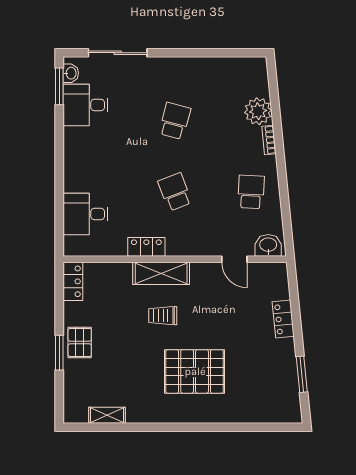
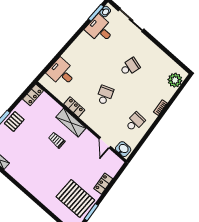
plant: (258, 111) -> (175, 80), moved
pallet: (195, 371) -> (75, 198), moved

